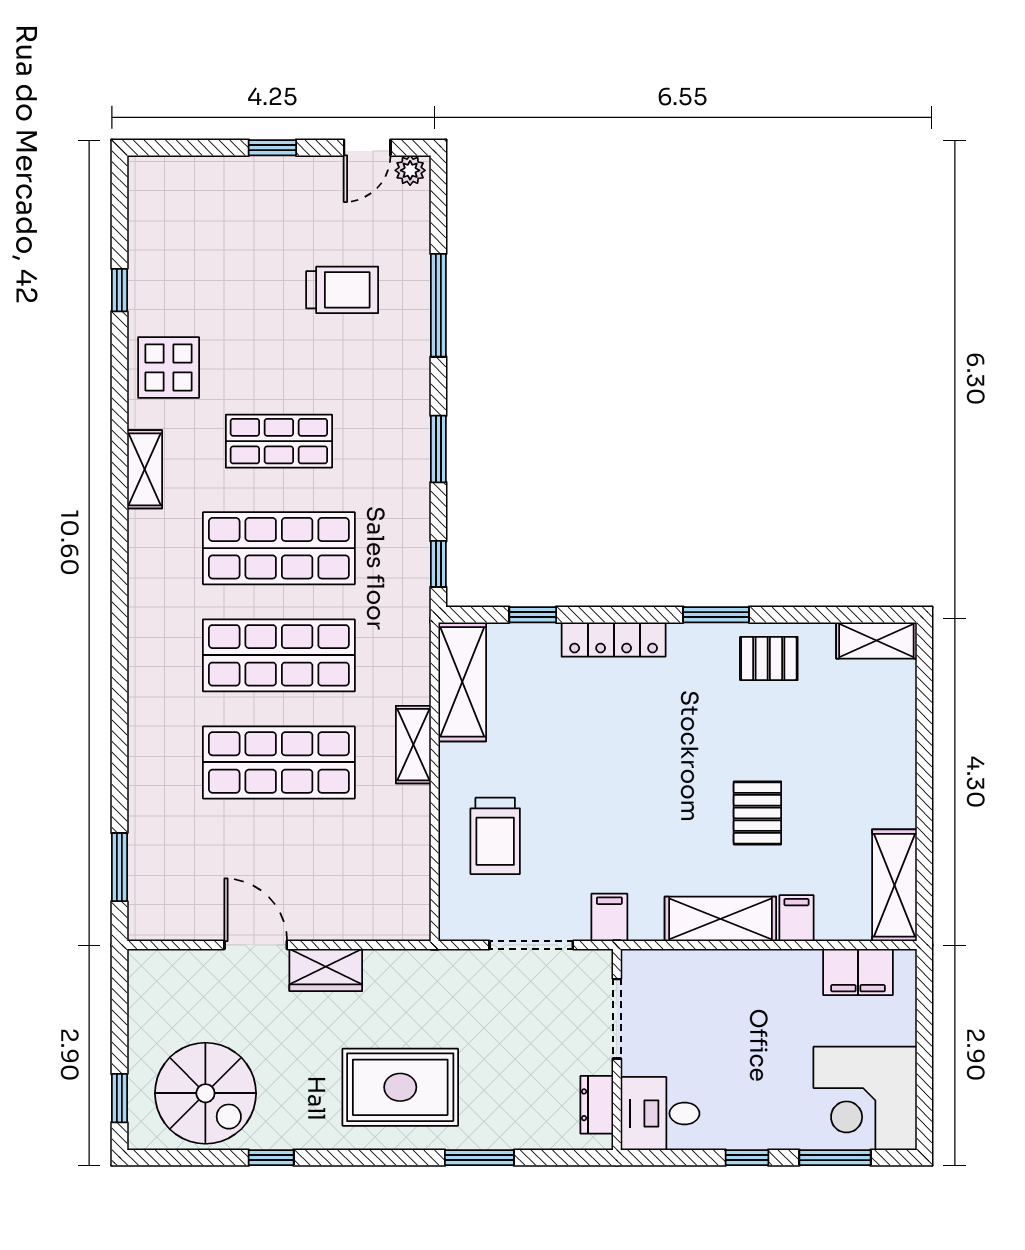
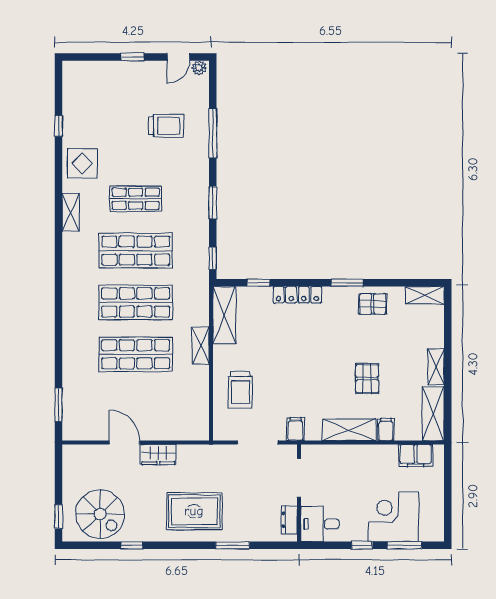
shelving: (900, 789) -> (436, 367), added
corner desk: (865, 1098) -> (393, 517), moved, turned 90

